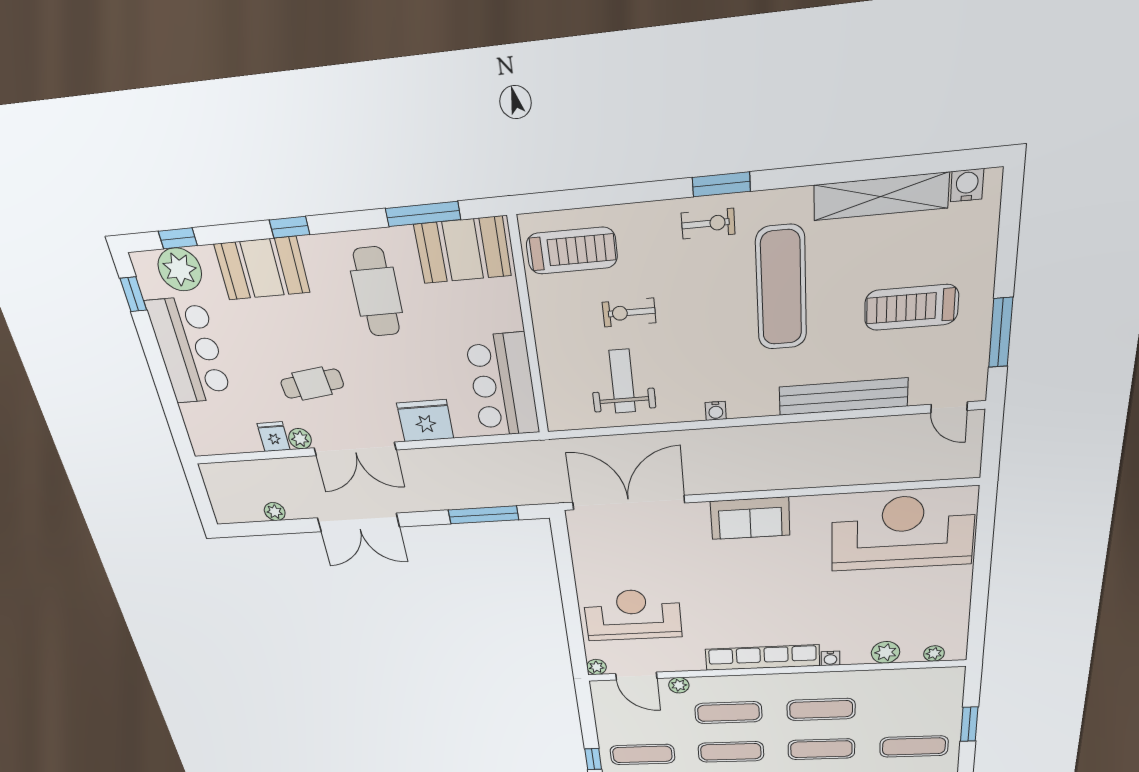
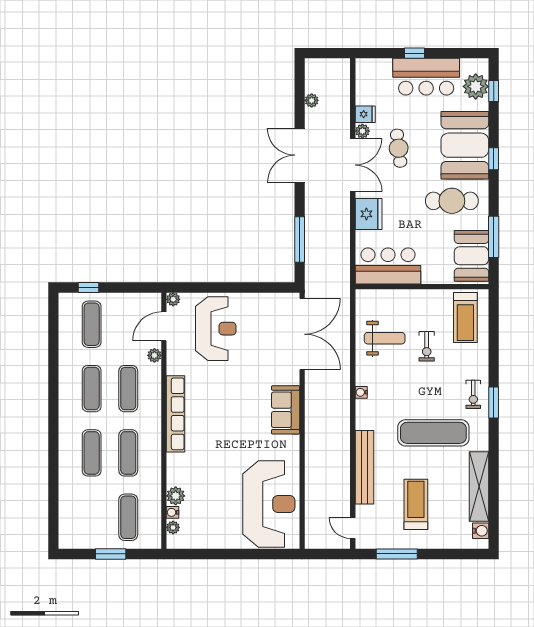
booth: (262, 268) -> (465, 145), width x1.36, depth x1.42
window: (133, 294) -> (415, 53), moved
exercise bike: (629, 312) -> (427, 346), turned 180
door: (949, 407) -> (353, 528), hinge flipped
double door: (355, 449) -> (353, 165), swing flipped
water cooler: (830, 658) -> (172, 512), moved
exercise mat: (914, 746) -> (128, 517), moved

